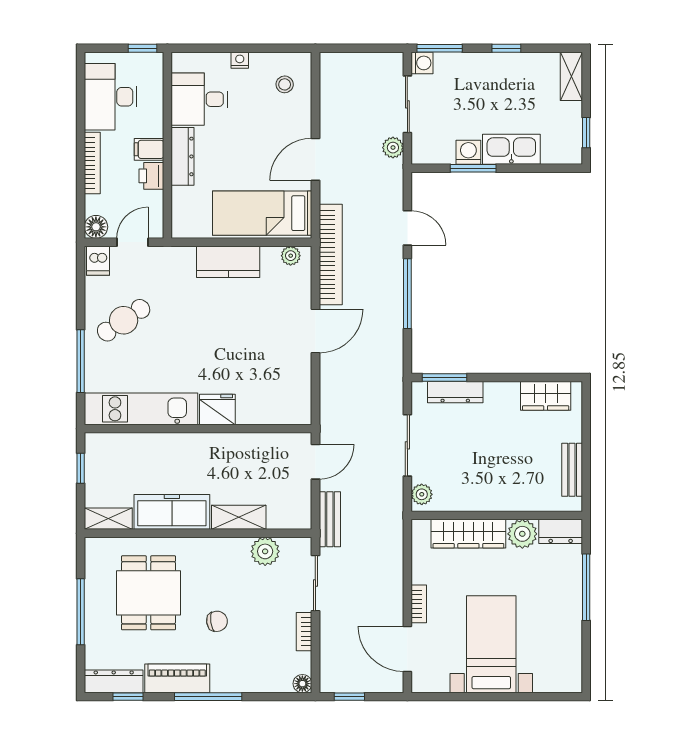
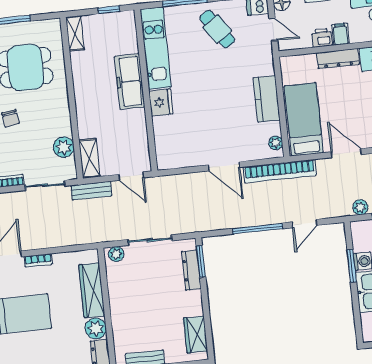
freezer: (172, 512) -> (130, 81), moved, turned 180
shelving: (239, 517) -> (89, 158), moved

